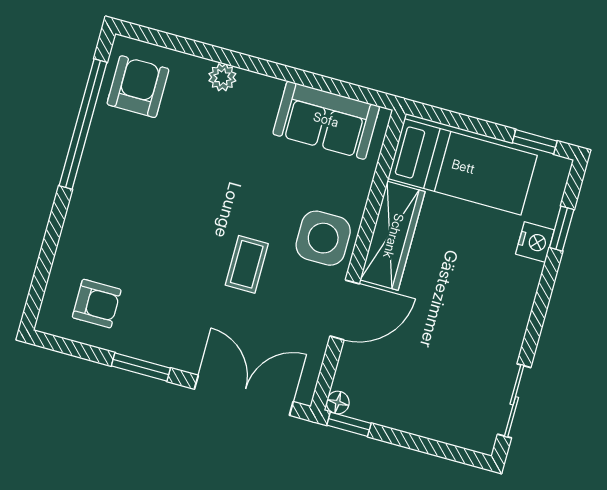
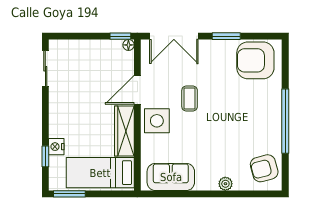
armchair: (138, 87) -> (264, 168), turned 75
window: (83, 124) -> (285, 121), moved
window: (535, 142) -> (69, 194), width x1.50
armchair: (97, 304) -> (255, 60), width x1.88, depth x1.88

